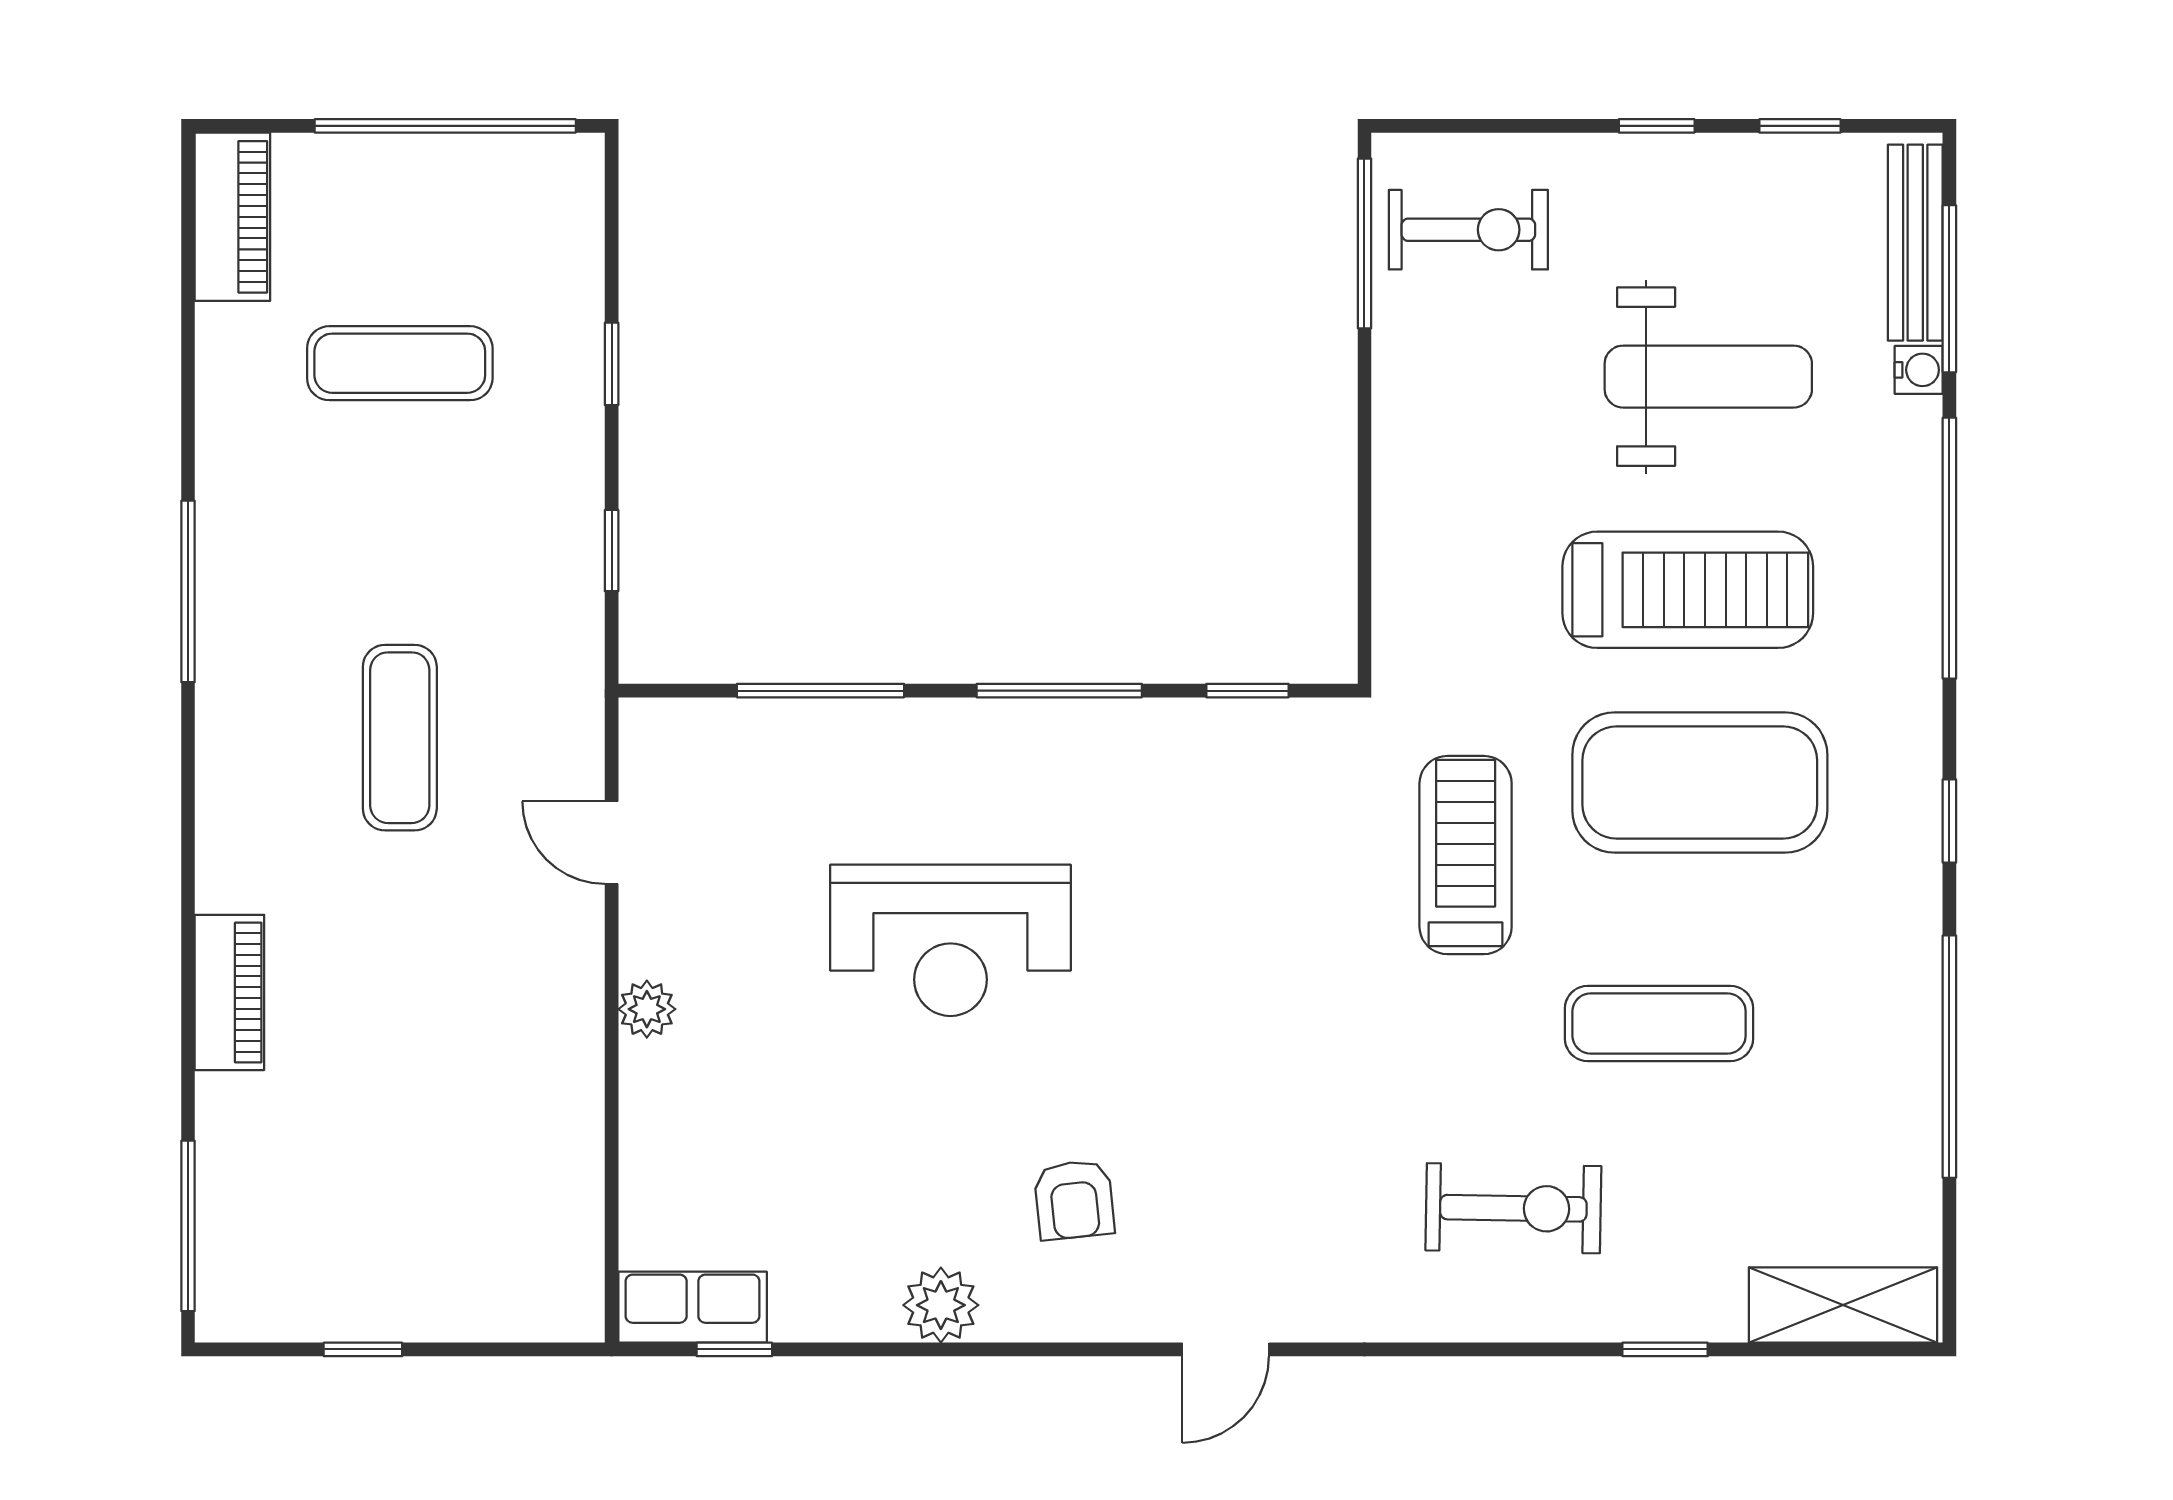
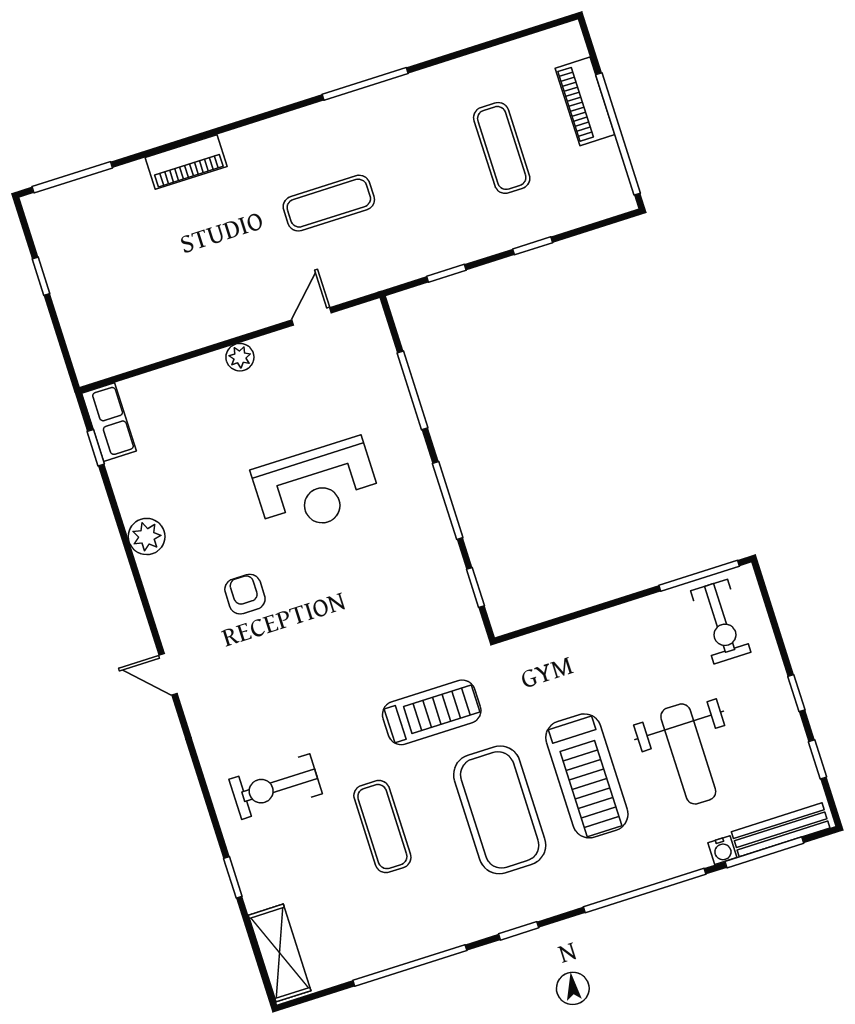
piano: (232, 217) -> (585, 101), moved, turned 90
reception desk: (950, 940) -> (316, 487), turned -90
armchair: (1074, 1200) -> (245, 594), moved, turned 96
exercise bike: (1513, 1208) -> (276, 787), turned 89

